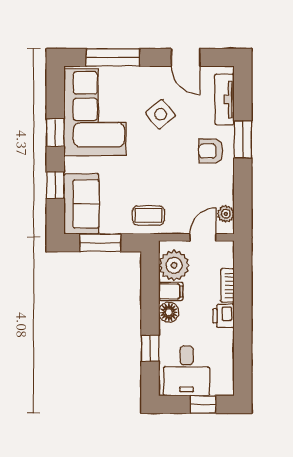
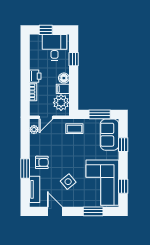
window: (113, 57) -> (93, 211), width x0.69
window: (55, 133) -> (123, 186), moved

